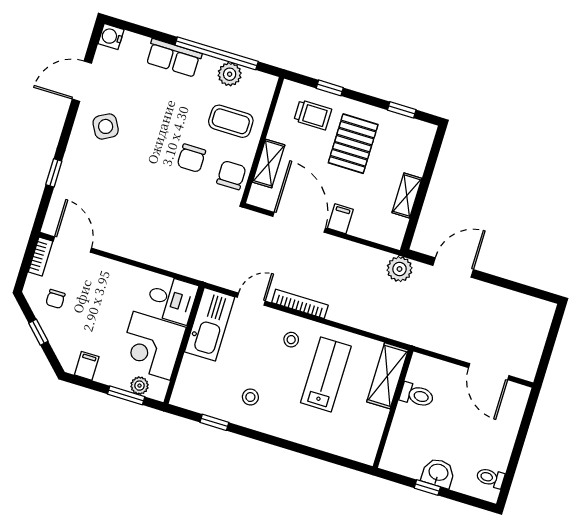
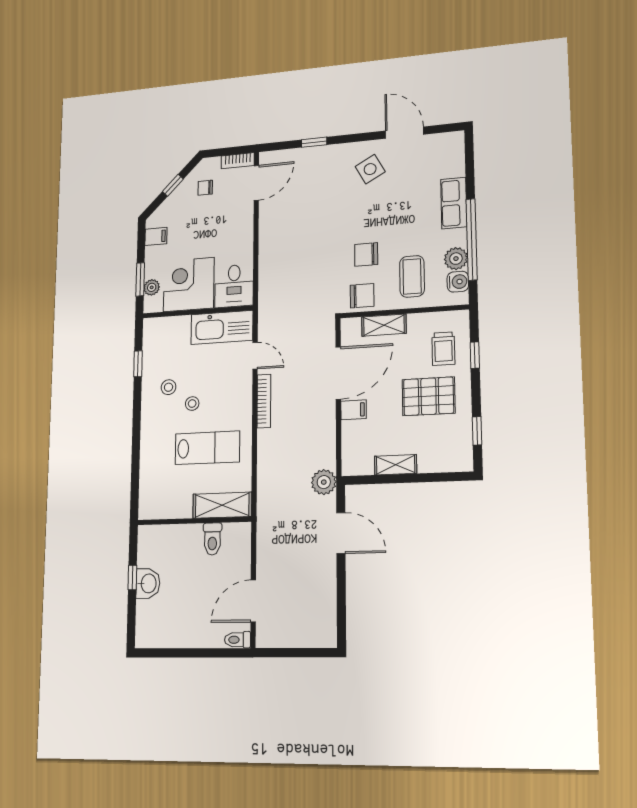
water cooler: (111, 37) -> (458, 282), moved, turned 90
stool: (291, 340) -> (192, 404), moved
toilet: (490, 478) -> (237, 640), moved, turned -90

